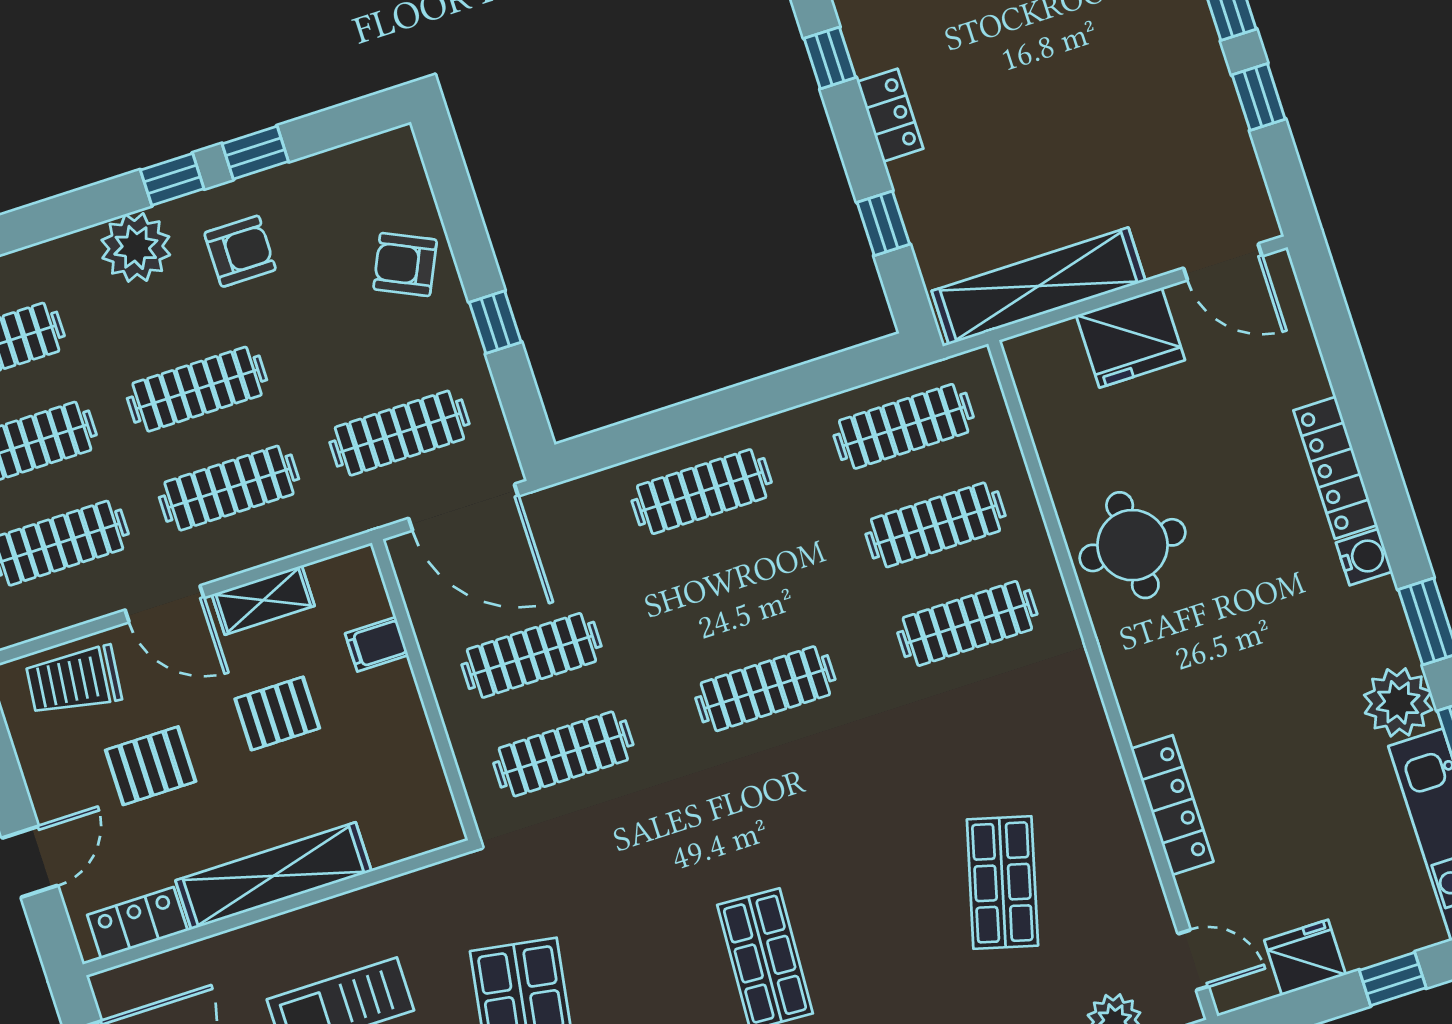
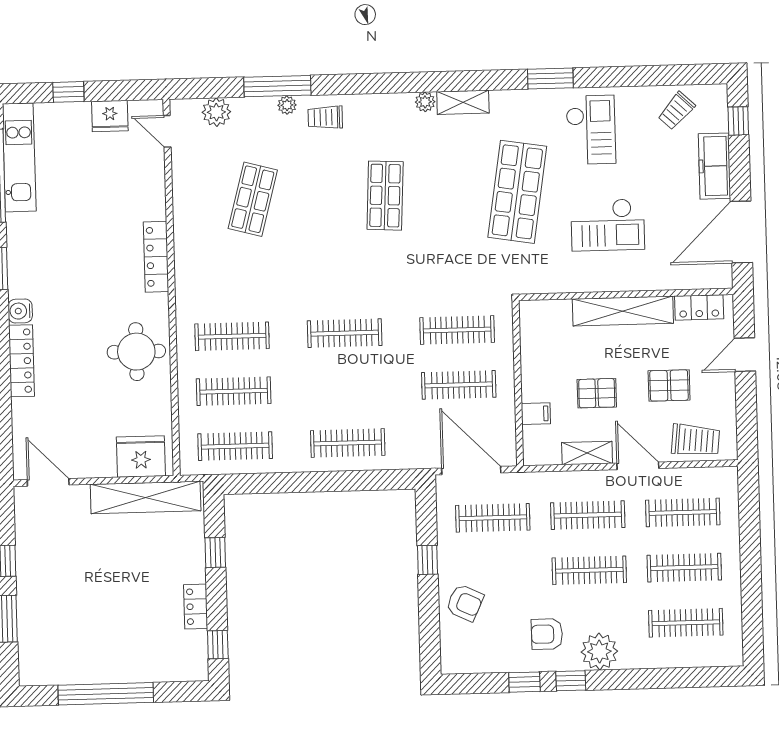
fridge: (1131, 338) -> (141, 457), moved
plant: (1398, 702) -> (24, 232), removed
locker: (1172, 805) -> (156, 257), moved

